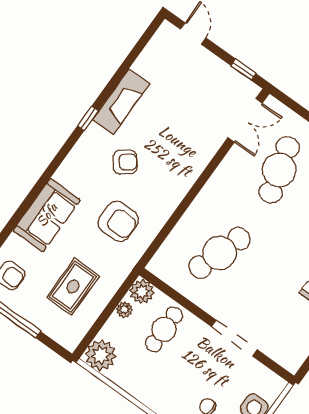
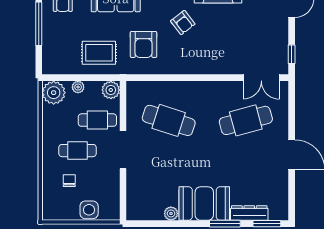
rug: (73, 287) -> (99, 53), moved
plant: (124, 310) -> (78, 87), moved
doorway: (234, 338) -> (123, 150), moved
cafe table: (181, 374) -> (77, 151), added

